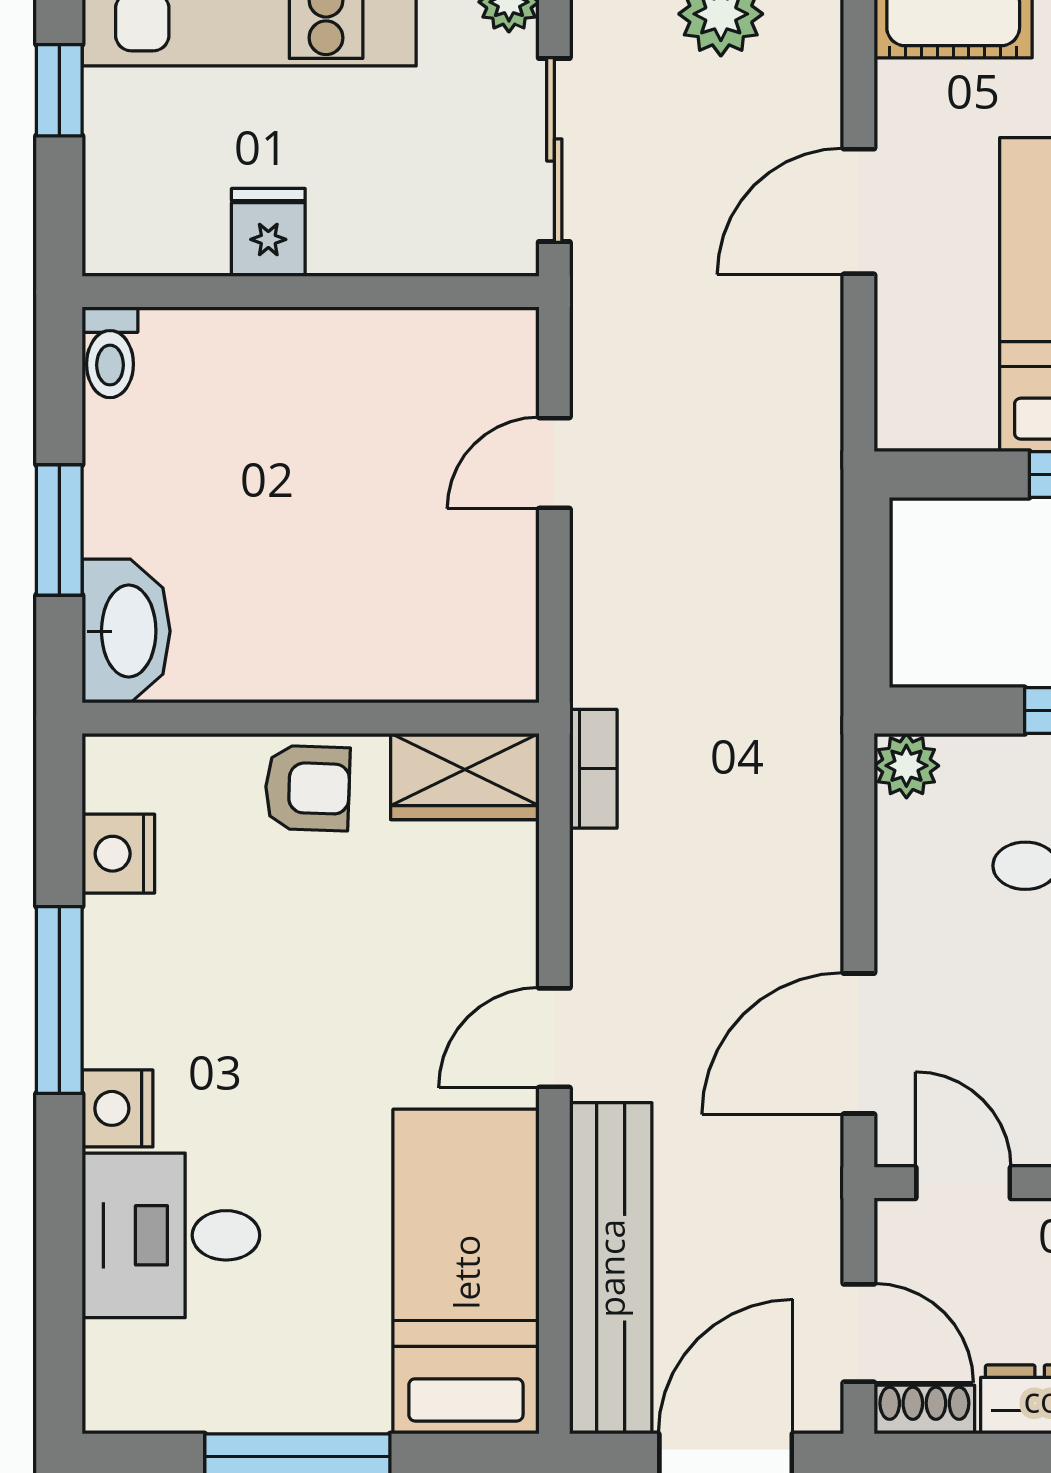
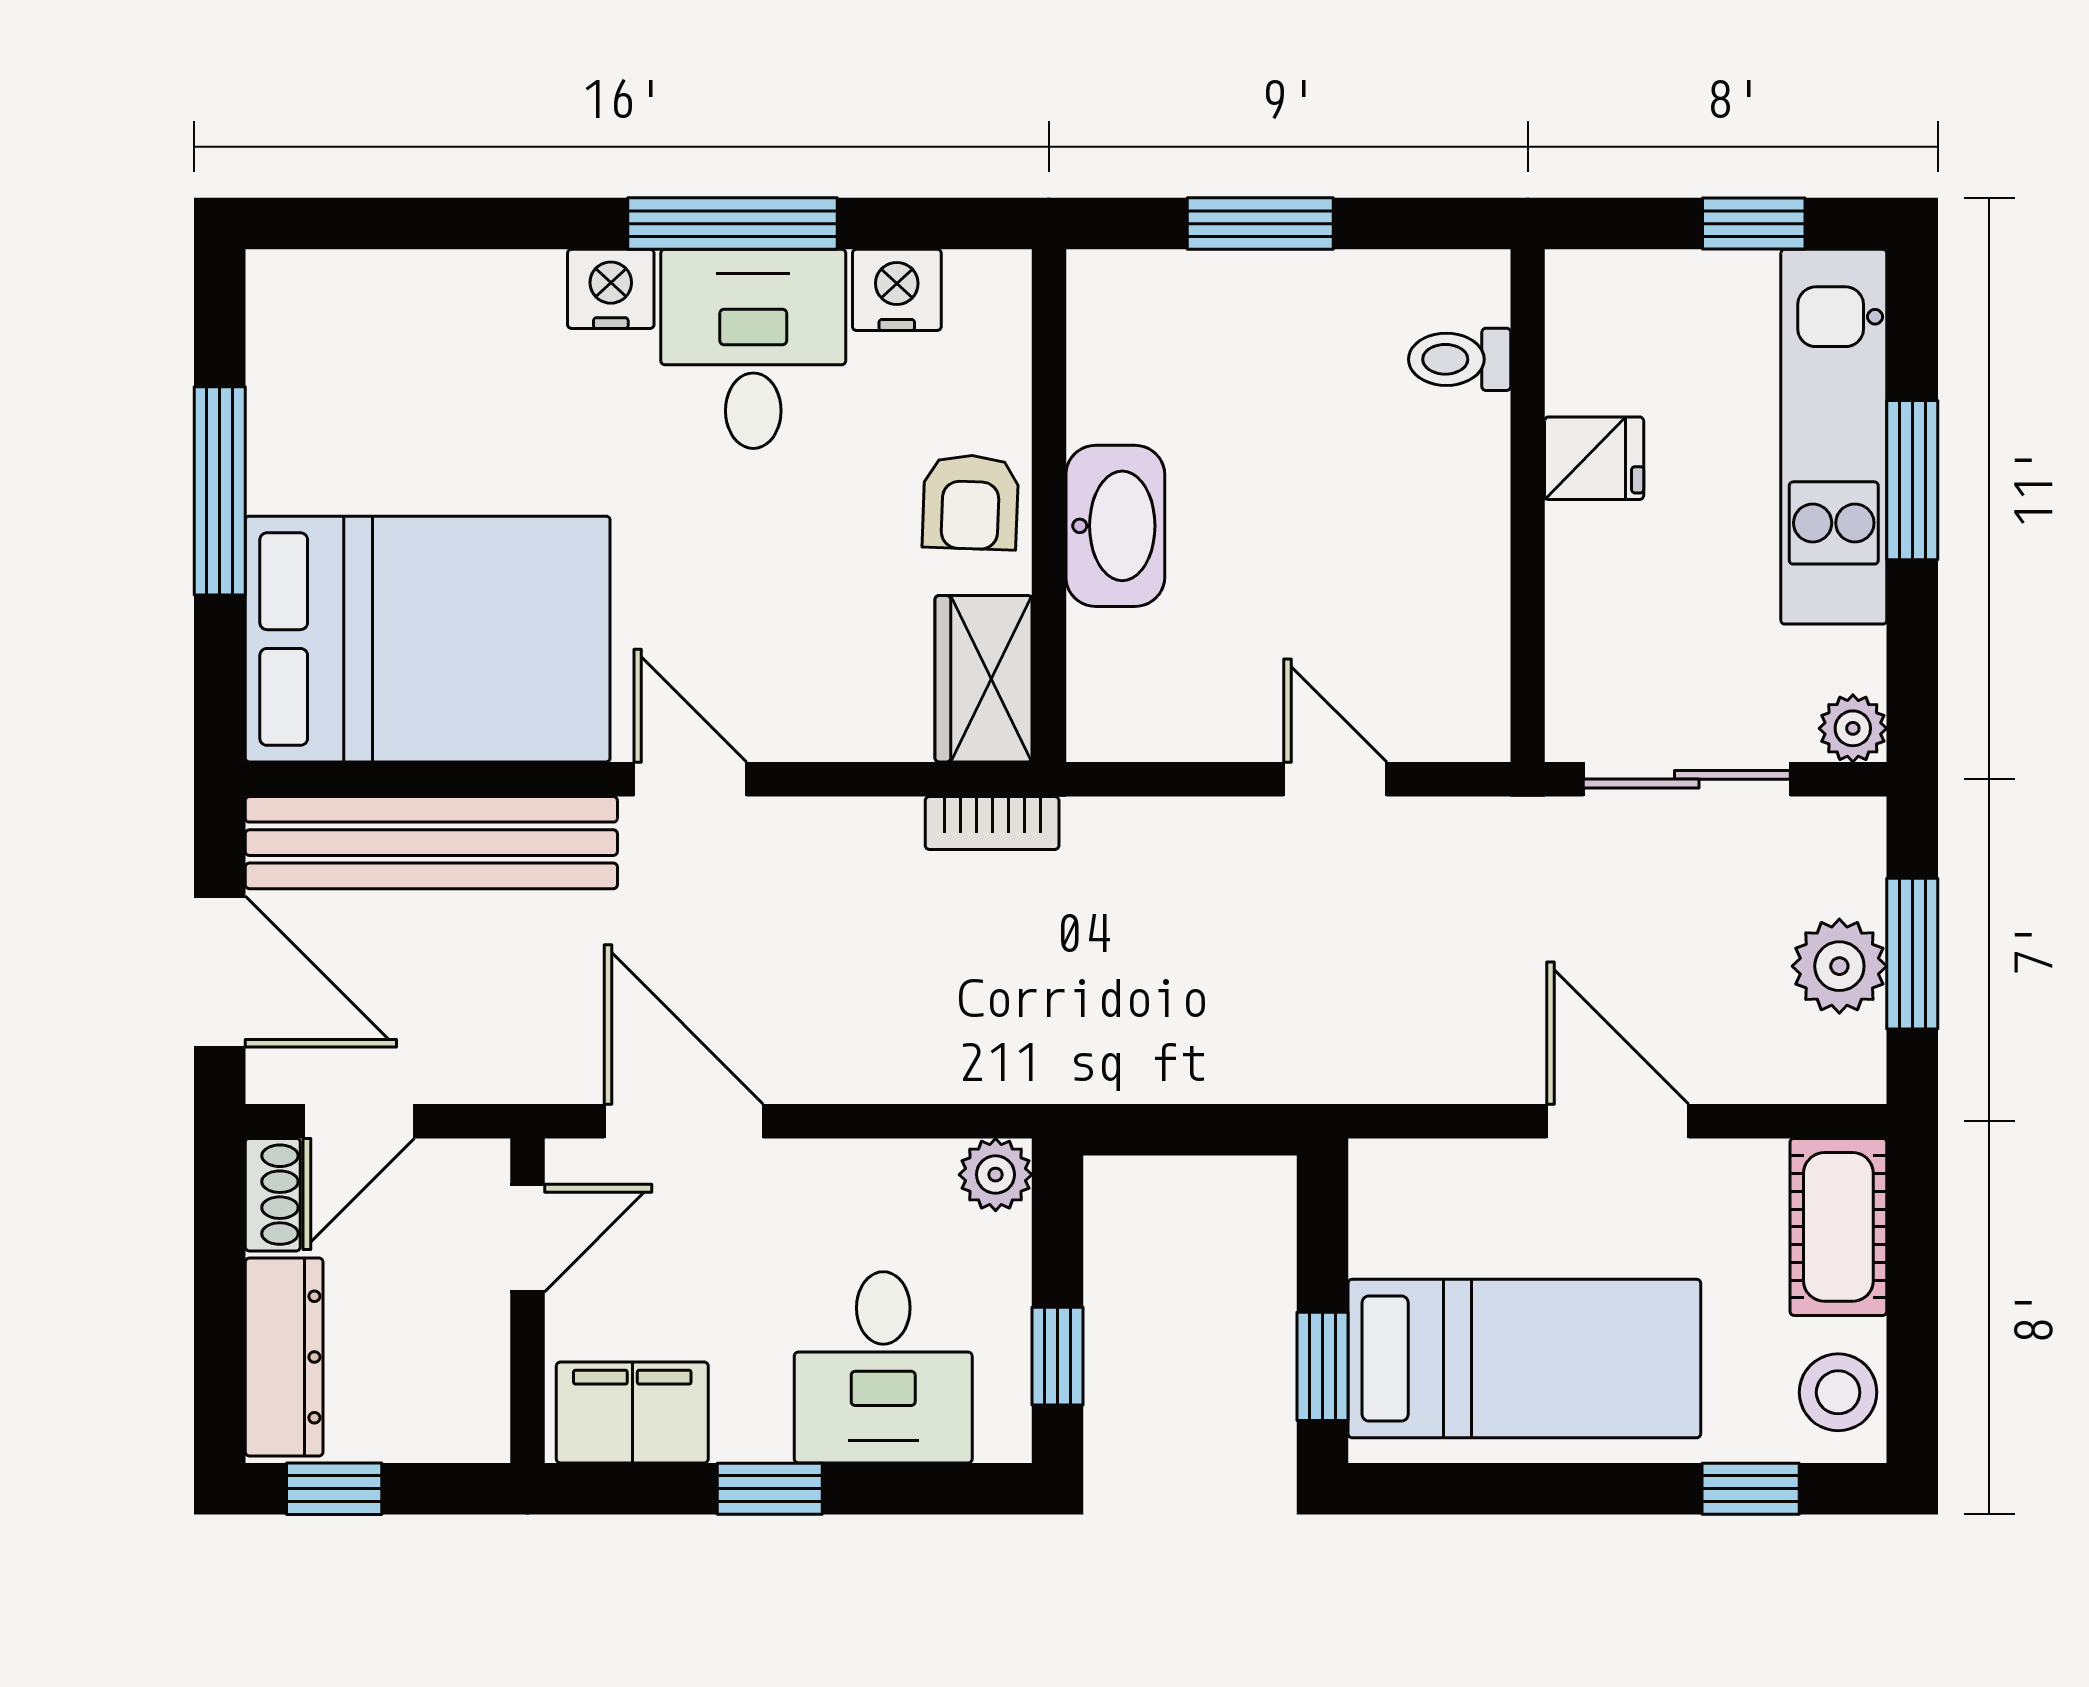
toilet: (110, 352) -> (1460, 359), moved
washbasin: (126, 631) -> (1115, 526), moved, turned -90
desk: (171, 1235) -> (753, 349), moved
bed: (466, 1272) -> (428, 639), width x1.50

